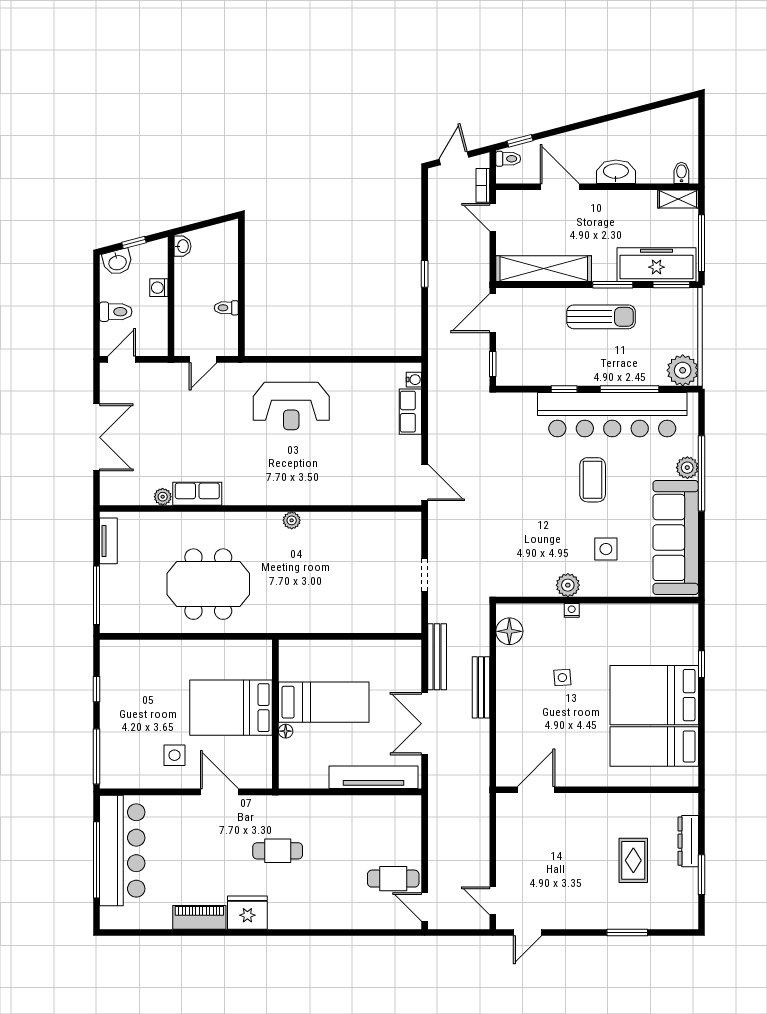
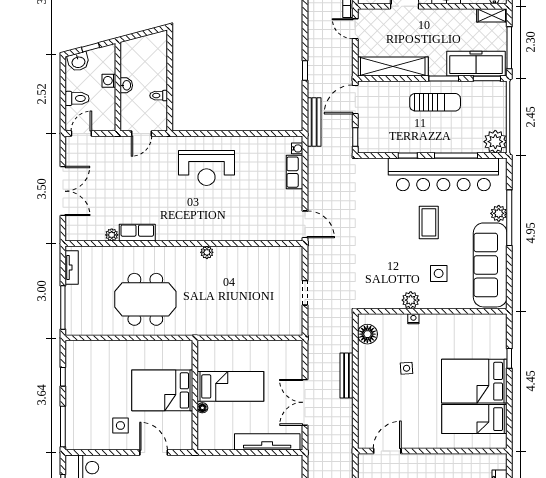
washbasin: (182, 246) -> (126, 85), moved
bench: (437, 657) -> (314, 122), moved

